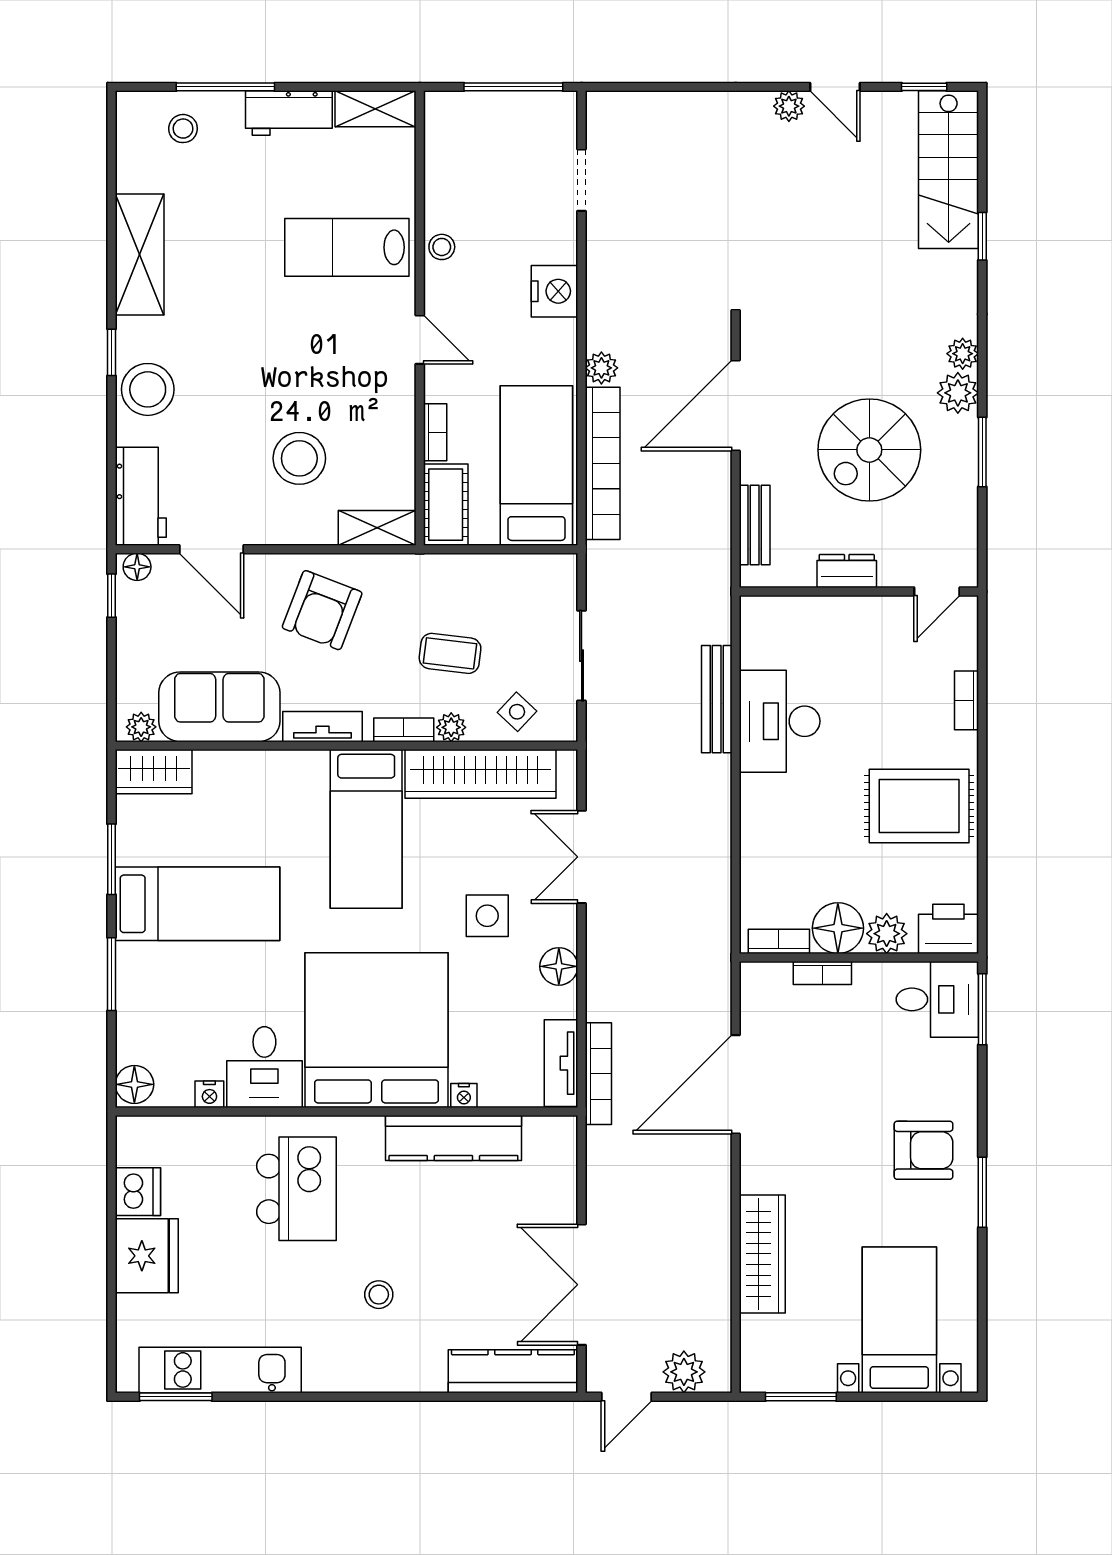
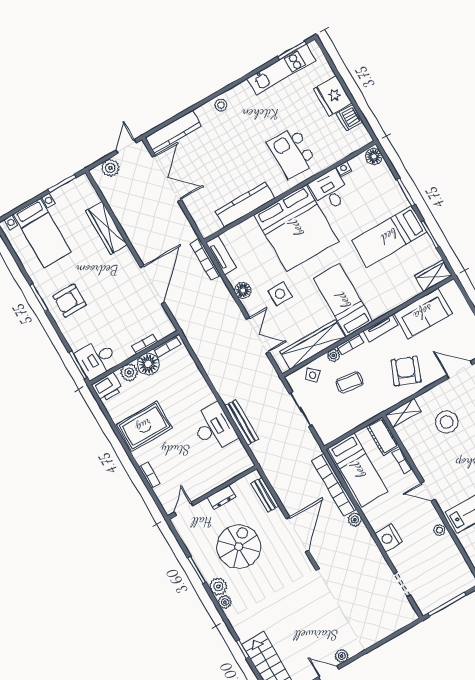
plant: (141, 727) -> (448, 289), removed
nightstand: (464, 1096) -> (250, 223), removed
stool: (379, 1295) -> (221, 105), moved

